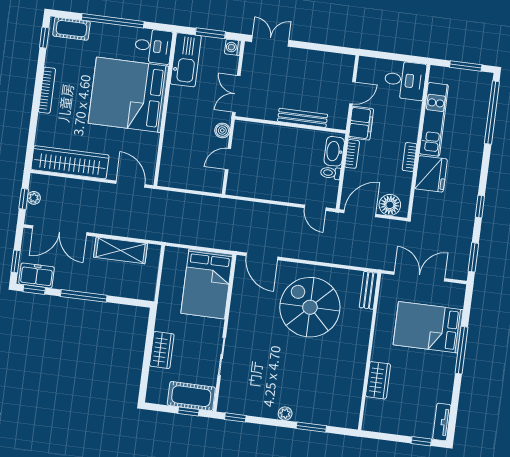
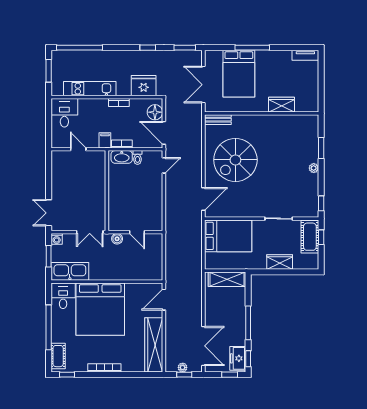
bench: (303, 118) -> (101, 183), removed
filing cabinet: (361, 123) -> (105, 140), width x0.50
fridge: (431, 174) -> (144, 86), moved
shelving: (121, 250) -> (227, 279), moved, turned 90
window: (421, 441) -> (321, 68), removed

